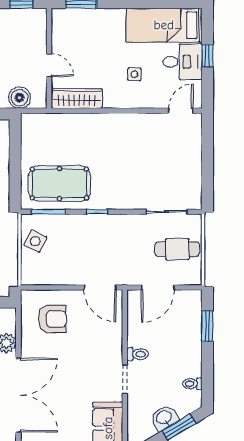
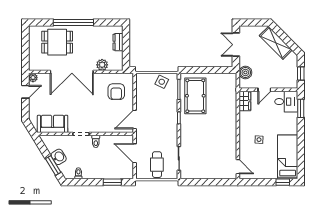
window: (207, 56) -> (283, 182), moved
desk: (182, 62) -> (286, 102), moved, turned -90
wardrobe: (77, 99) -> (245, 101), width x0.67

